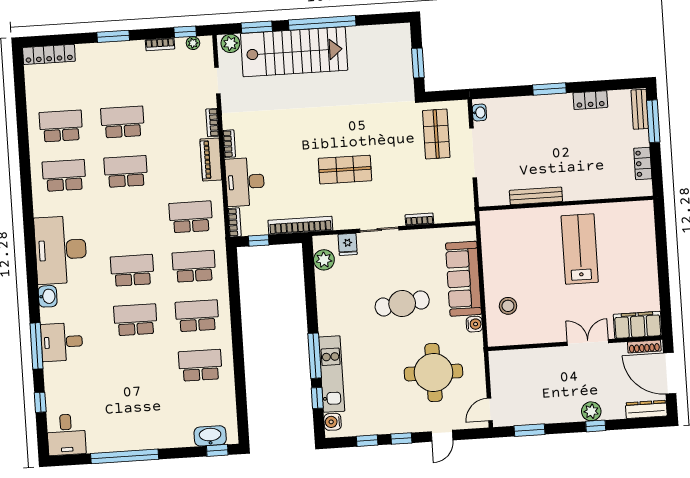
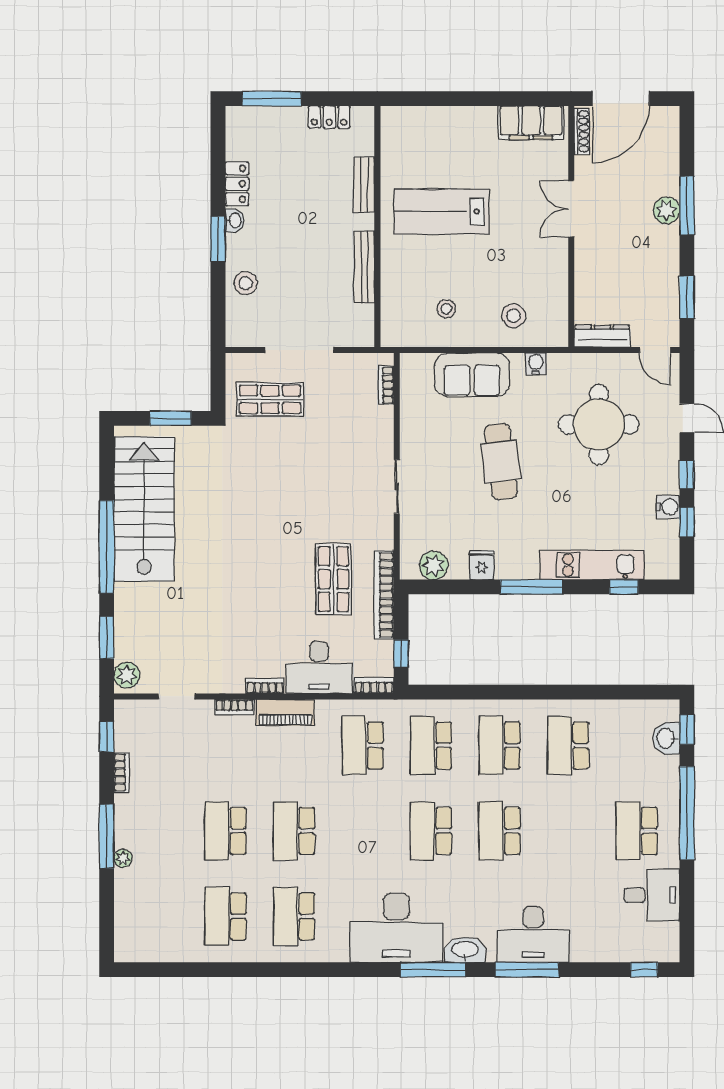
window: (113, 36) -> (107, 836), width x1.44
plant: (193, 43) -> (123, 858), moved
stairs: (294, 52) -> (144, 509), moved
locker: (49, 54) -> (126, 927), removed
bench: (640, 109) -> (364, 185), moved, turned 90
stool: (519, 111) -> (246, 283), added
washbasin: (479, 113) -> (235, 220), moved, turned 90
shop shelf: (345, 170) -> (334, 579), moved
bookcase: (419, 219) -> (386, 385), moved
fridge: (348, 244) -> (482, 565), moved, turned -90
stool: (510, 257) -> (446, 309), added
window: (32, 278) -> (433, 970), added
sofa: (463, 279) -> (472, 375), width x0.73
washbasin: (48, 296) -> (465, 950), width x1.38
filing cabinet: (638, 325) -> (531, 123), moved, turned -90
desk: (62, 342) -> (533, 934), width x1.37
window: (315, 356) -> (532, 587), moved
window: (40, 402) -> (644, 970), moved
dresser: (646, 409) -> (602, 336), moved, turned 90
school desk: (142, 419) -> (637, 831), added
water cooler: (333, 422) -> (668, 507), moved, turned -90
window: (596, 426) -> (687, 205), width x2.17
desk: (66, 435) -> (652, 895), moved
washbasin: (210, 436) -> (666, 738), width x0.72
window: (125, 456) -> (687, 813), moved

